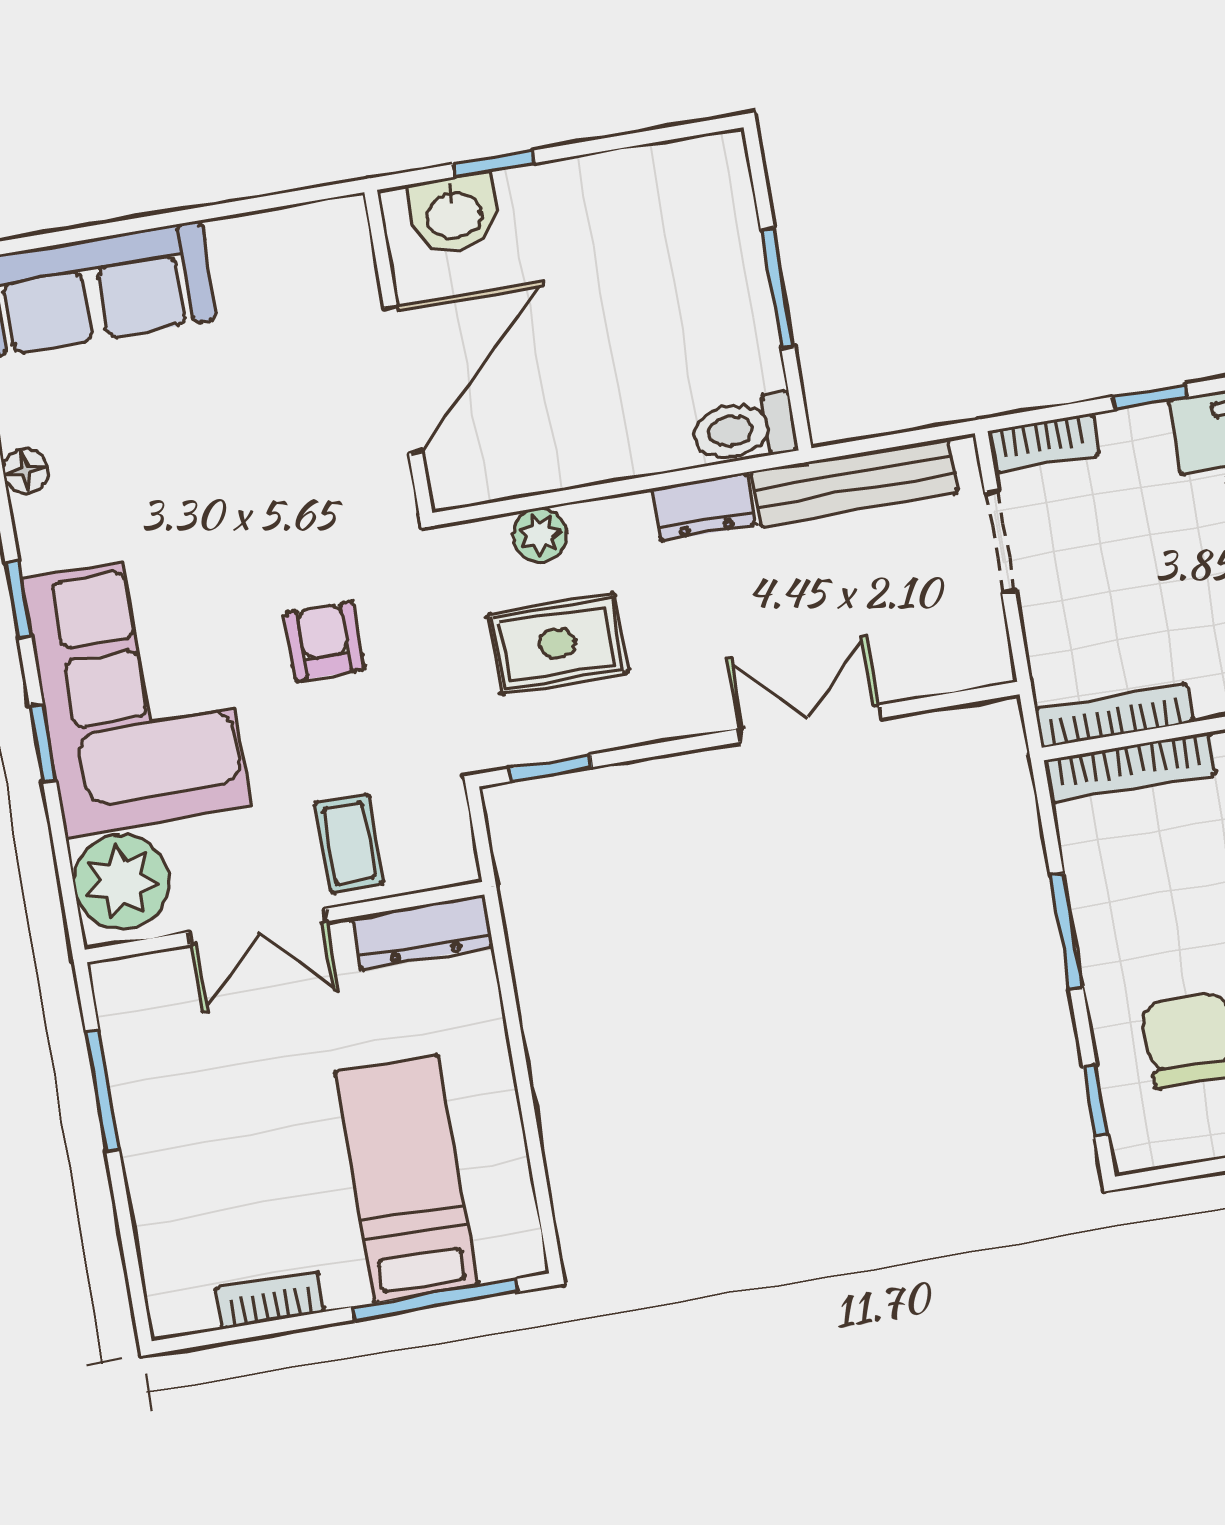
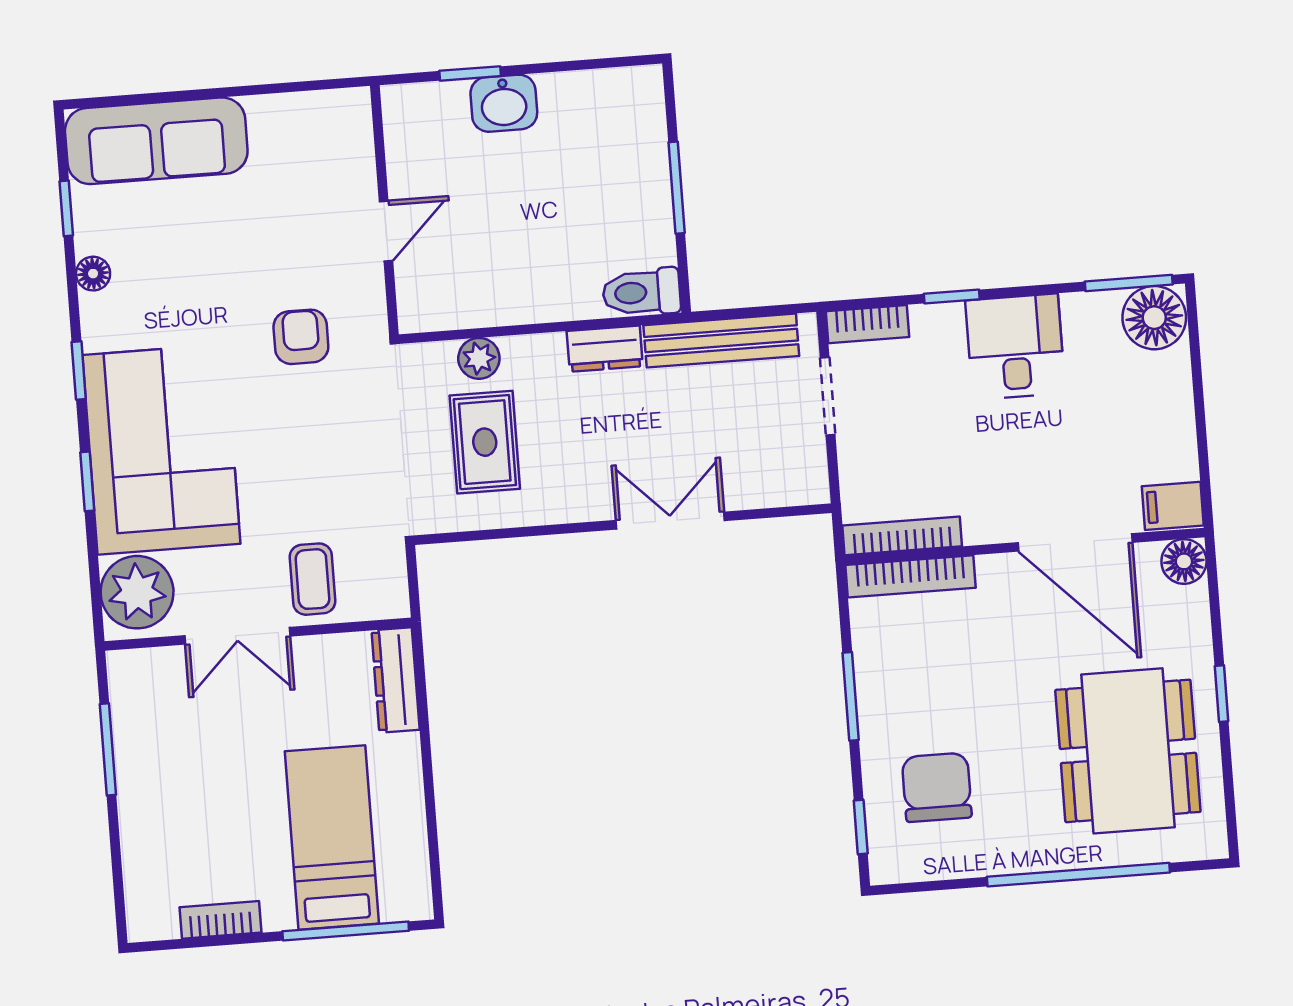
washbasin: (453, 213) -> (504, 103), moved
door: (403, 380) -> (386, 231), width x0.53
armchair: (324, 641) -> (301, 337), moved
rug: (558, 644) -> (485, 442), turned 90
window: (551, 768) -> (471, 536), removed
dresser: (422, 932) -> (396, 680), moved, turned 90

